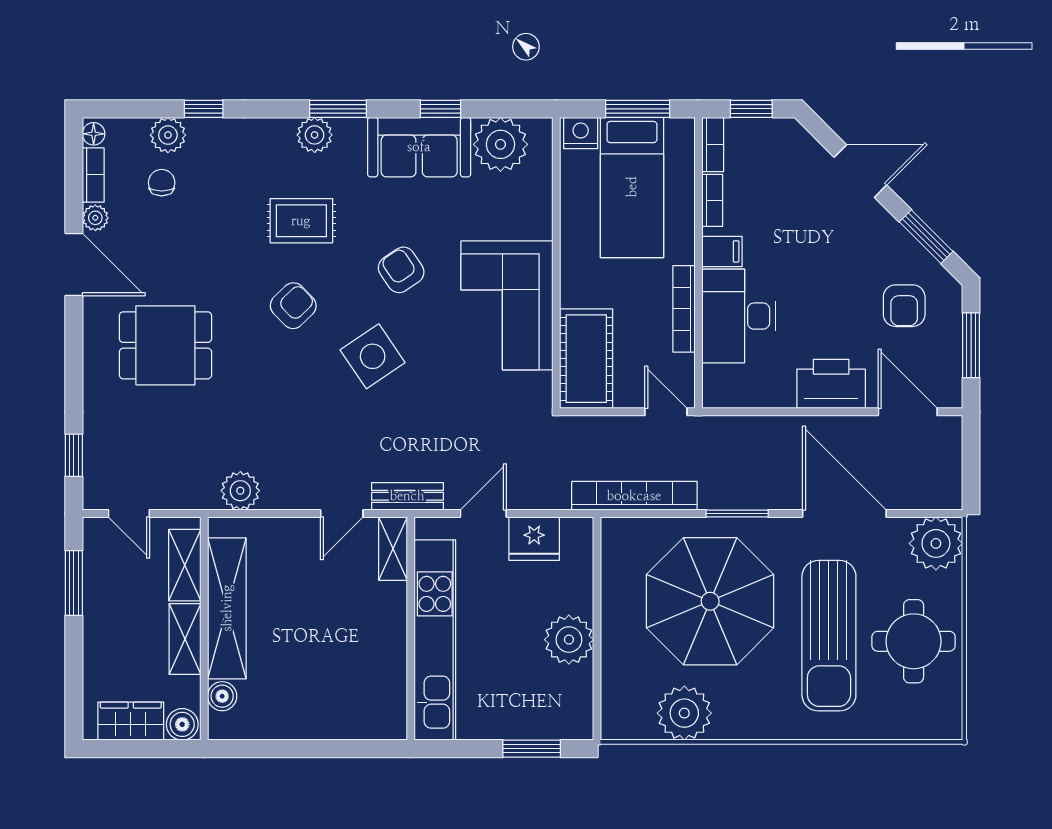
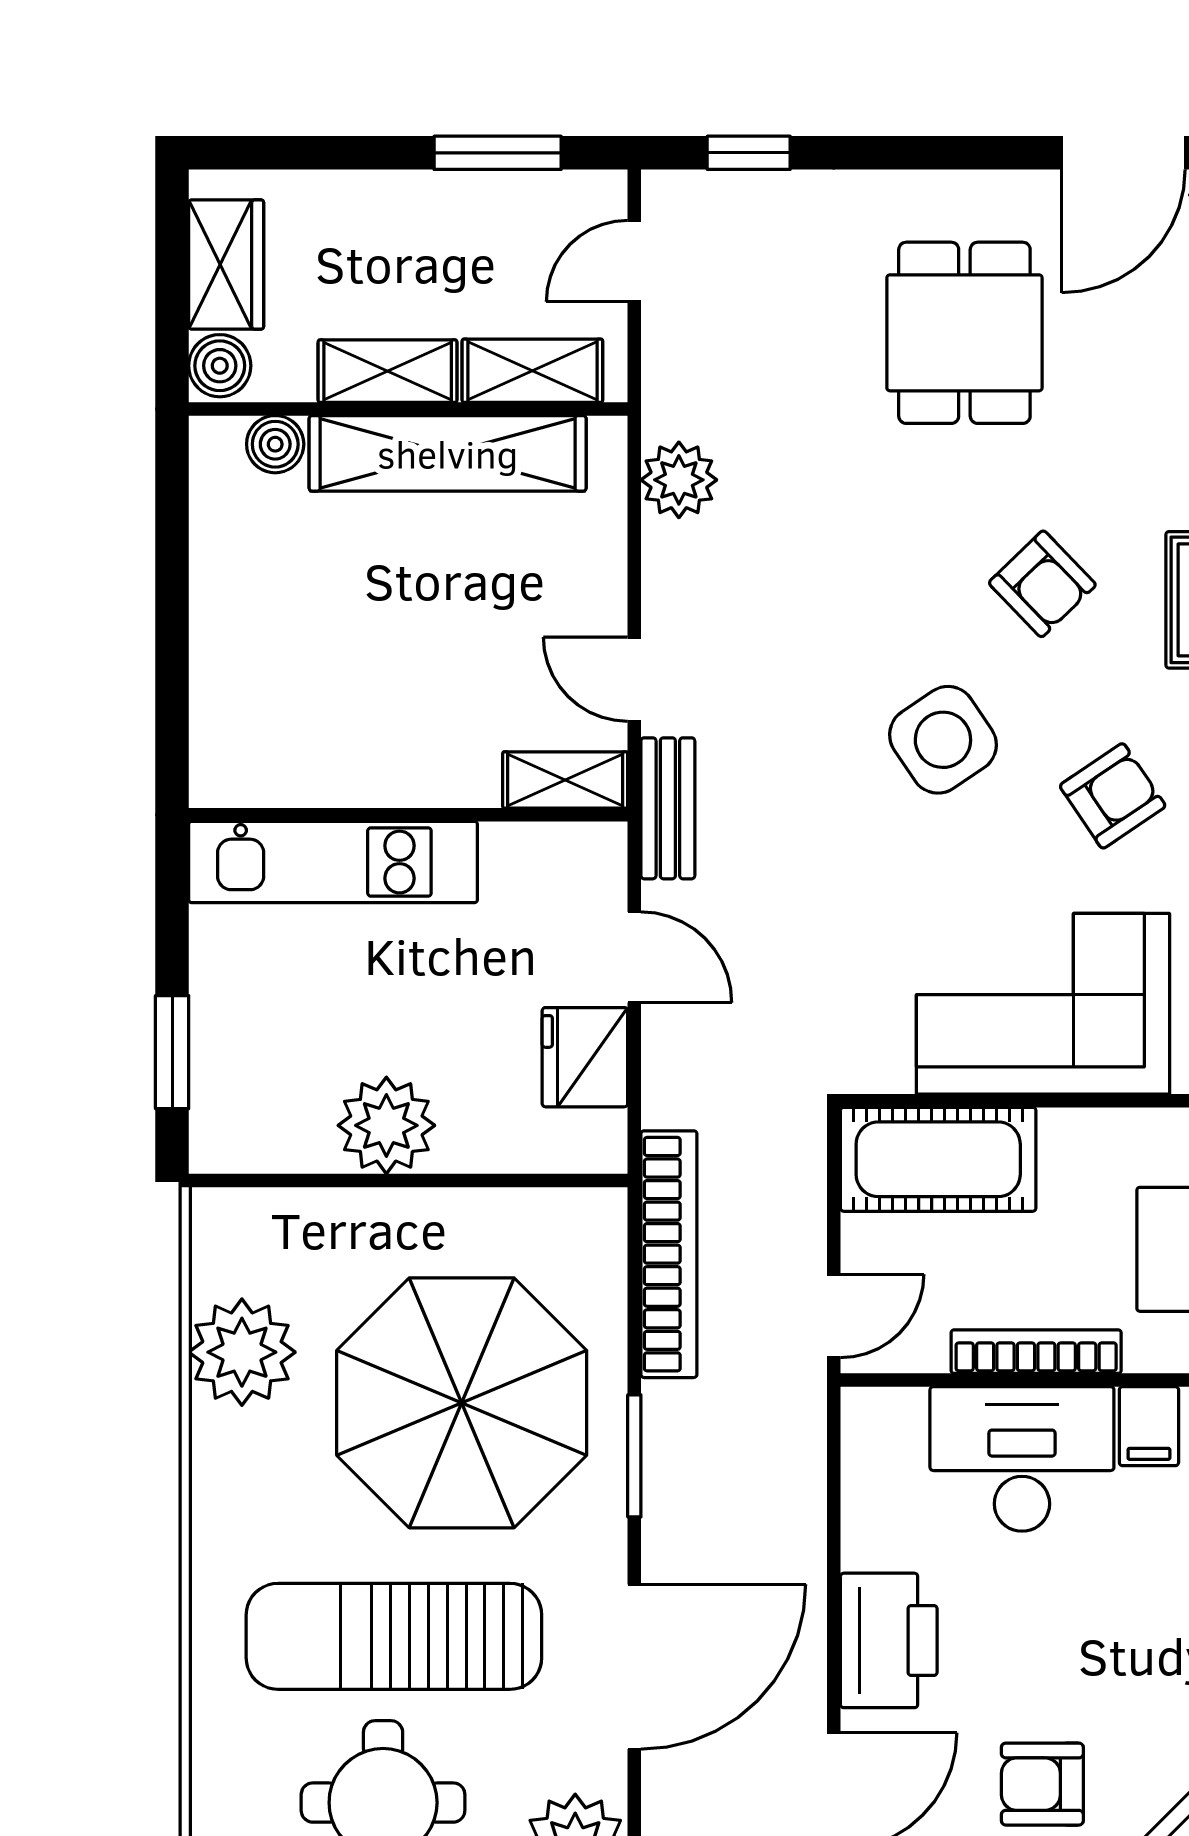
kitchen unit: (435, 640) -> (333, 862), width x0.73

